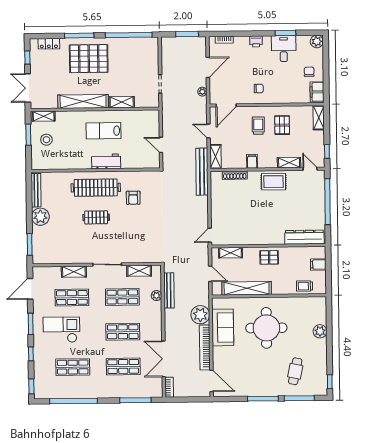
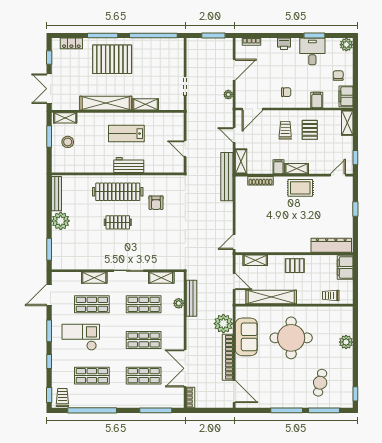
filing cabinet: (289, 96) -> (317, 100), added
shelving: (289, 163) -> (297, 169), moved
door: (310, 169) -> (338, 175), hinge flipped
window: (328, 202) -> (355, 209), width x0.32
filing cabinet: (318, 264) -> (345, 268), width x2.00
trolley: (44, 389) -> (62, 397), added

